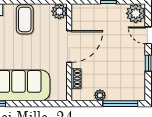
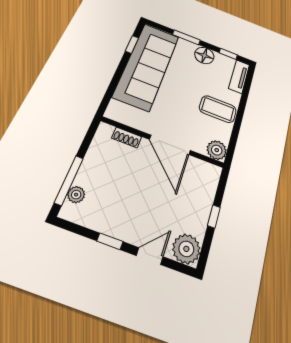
plant: (100, 95) -> (76, 195), moved

